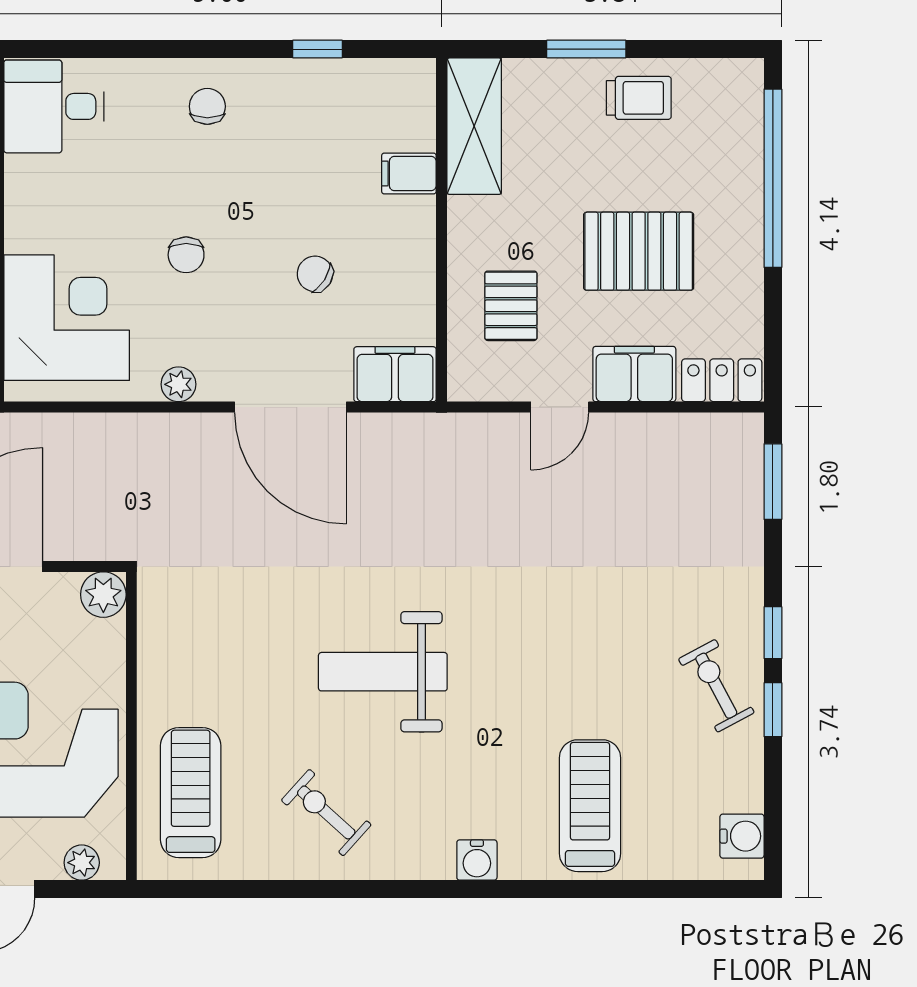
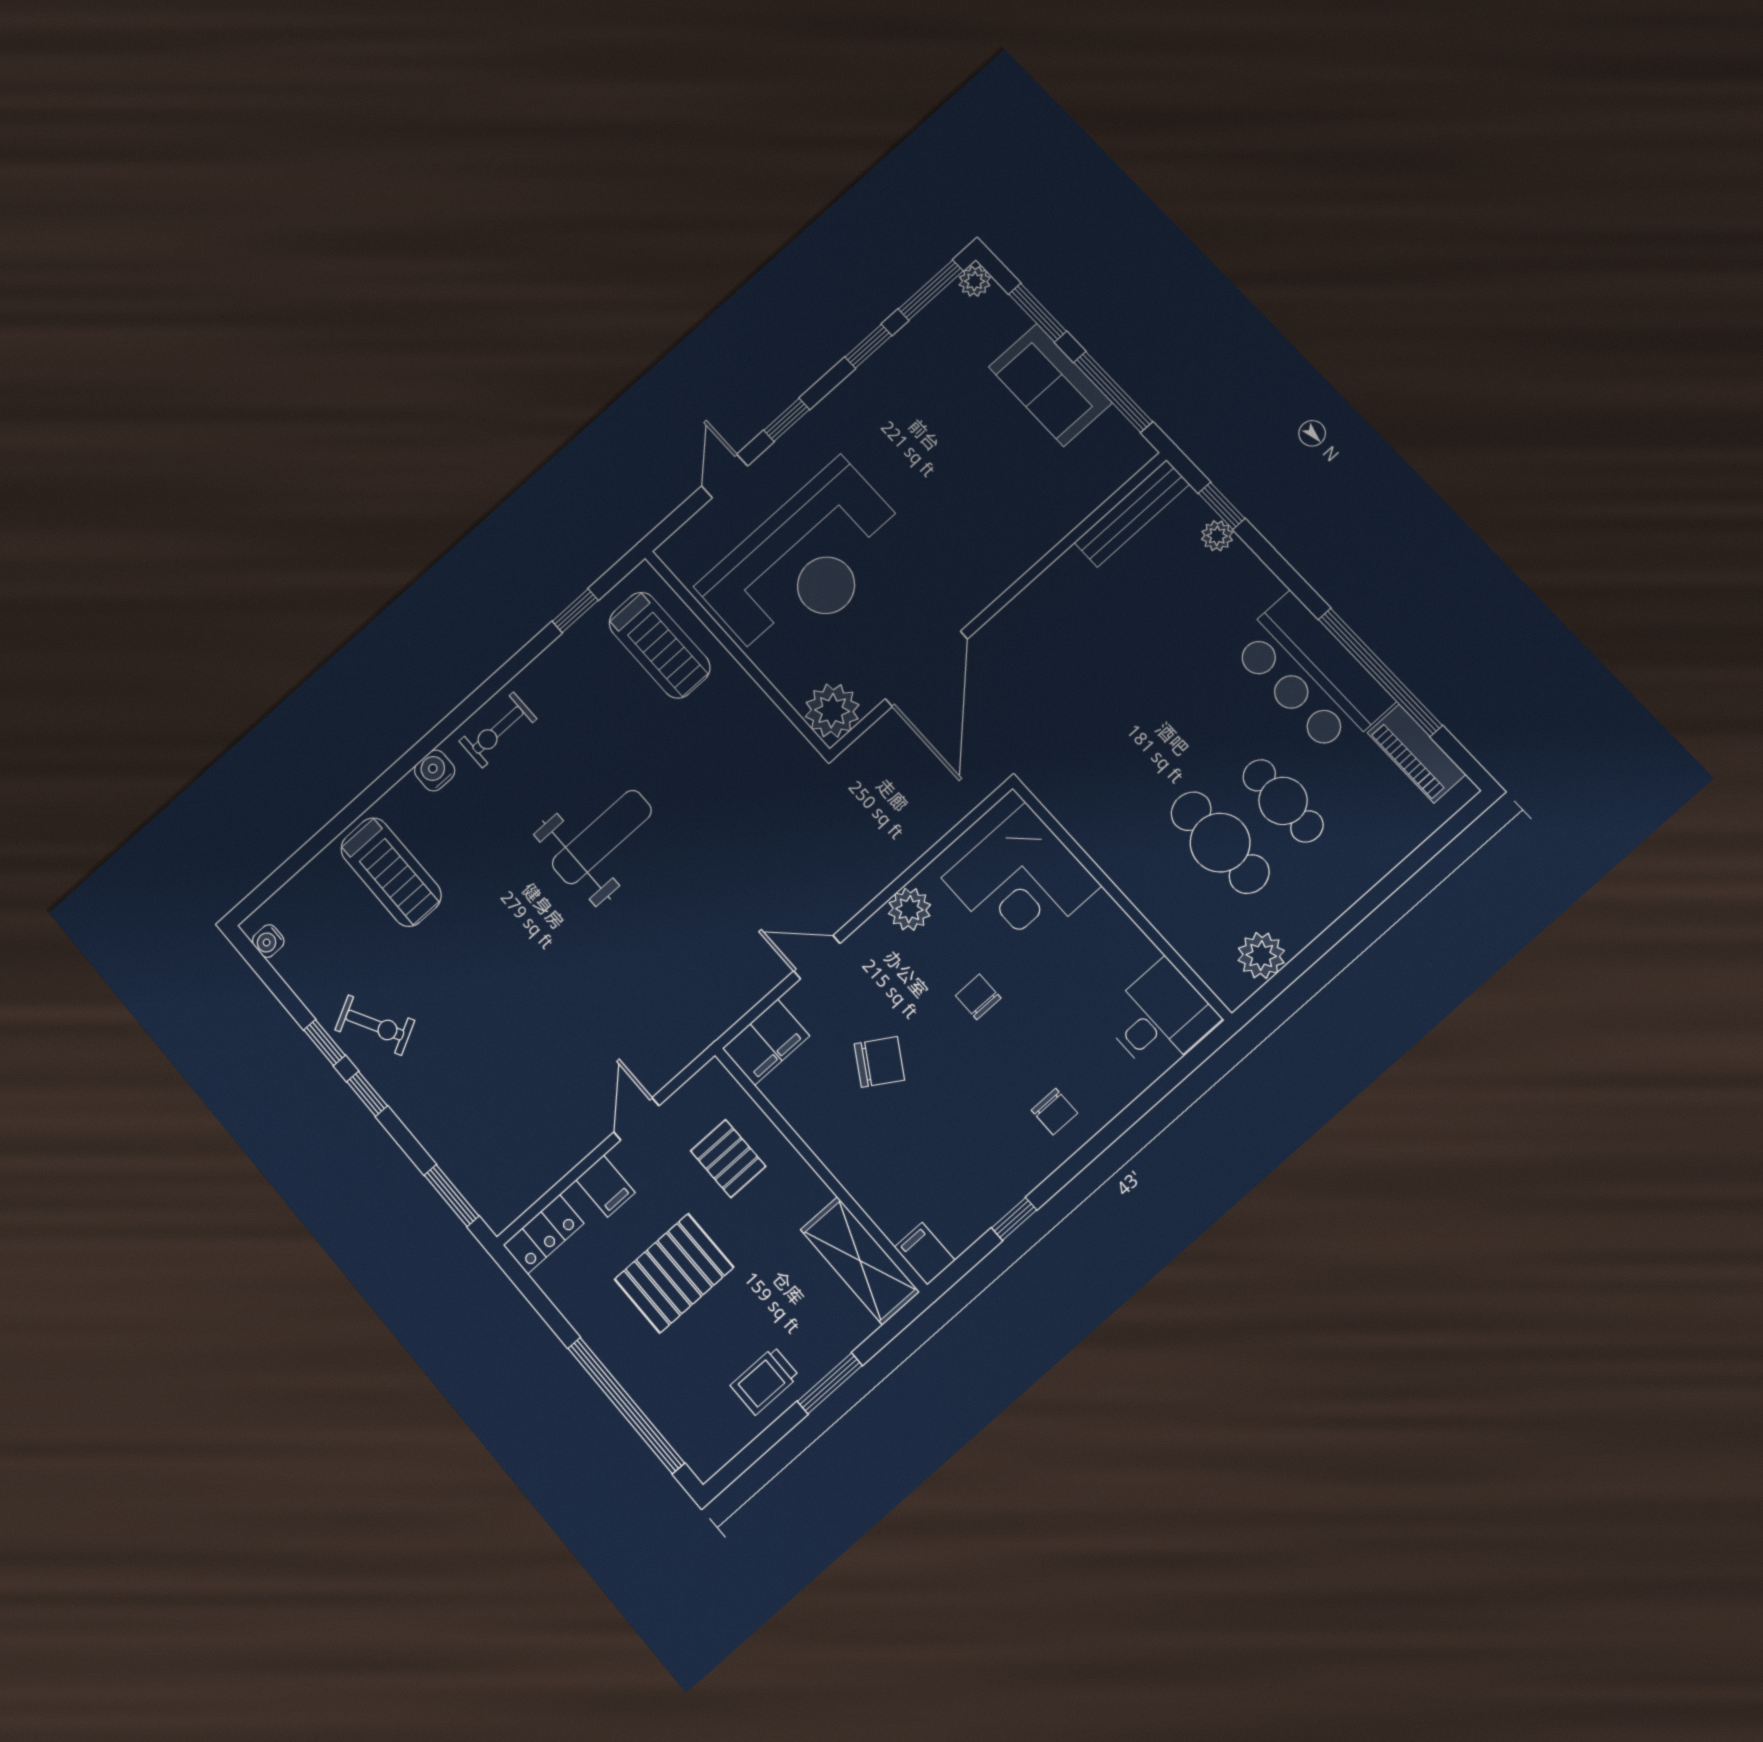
filing cabinet: (409, 174) -> (925, 1254), moved, turned -90
chair: (315, 274) -> (879, 1062), width x1.37, depth x1.37
filing cabinet: (634, 374) -> (605, 1186), width x0.50
plant: (178, 384) -> (909, 909), width x1.38, depth x1.38
door: (290, 407) -> (817, 957), width x0.53
plant: (103, 595) -> (832, 711), width x1.36, depth x1.36
exercise bike: (326, 812) -> (498, 730), moved, turned 138
water cooler: (742, 836) -> (268, 941), width x0.72, depth x0.72
plant: (82, 863) -> (691, 536), removed
window: (236, 889) -> (575, 611), added

